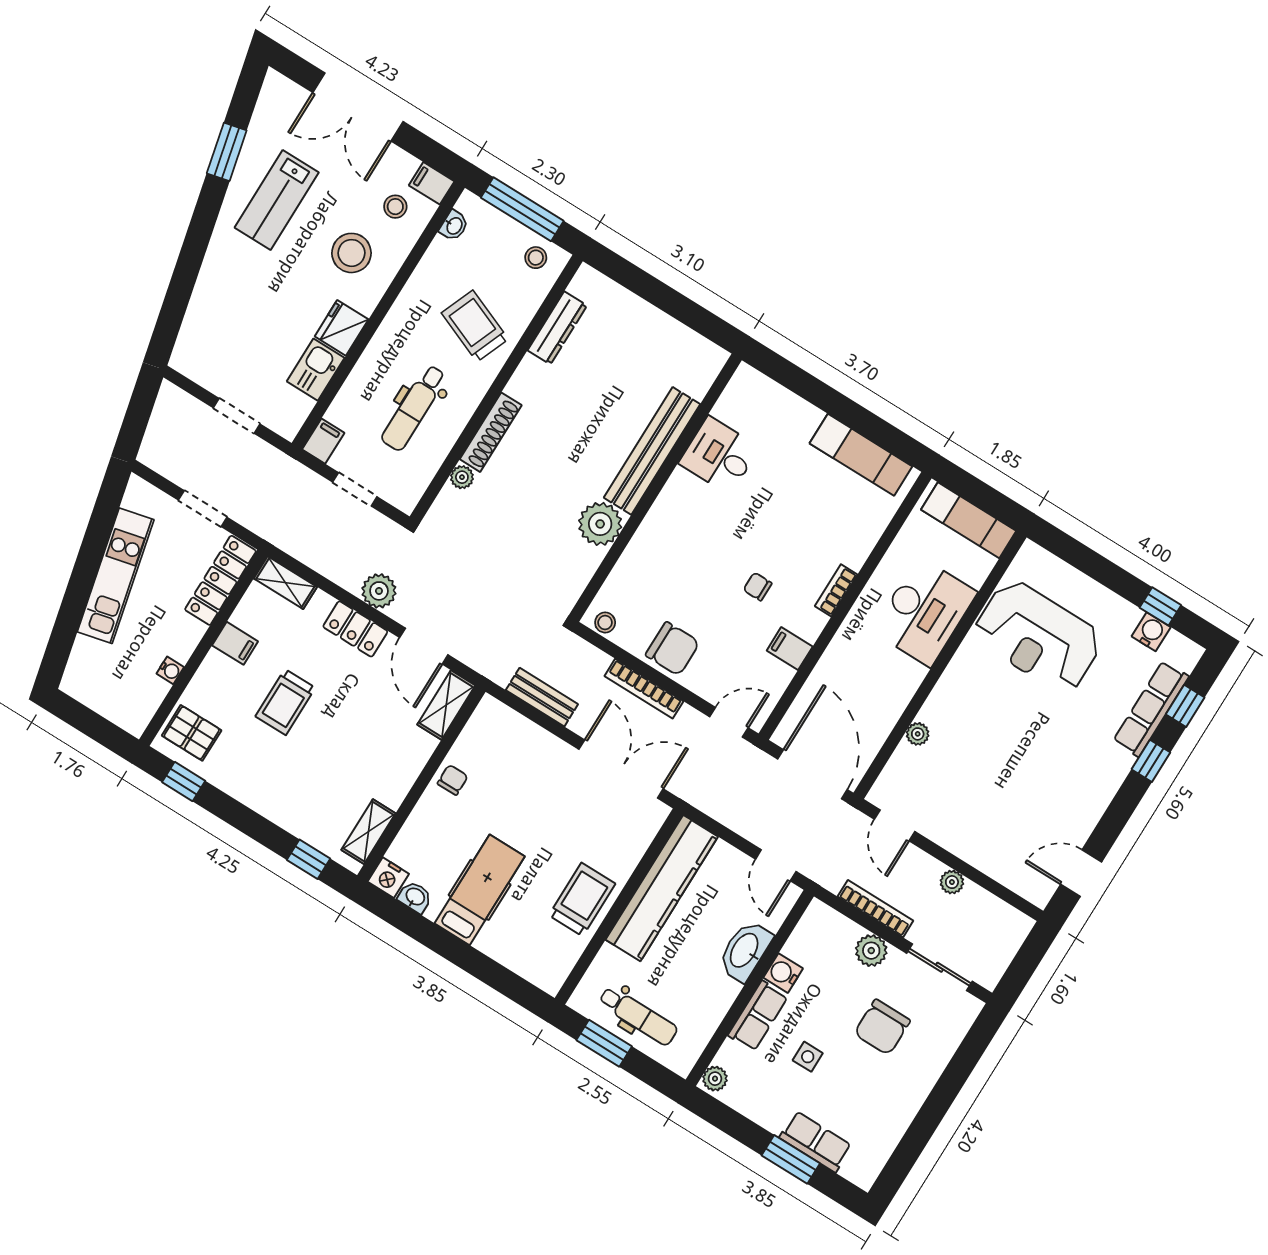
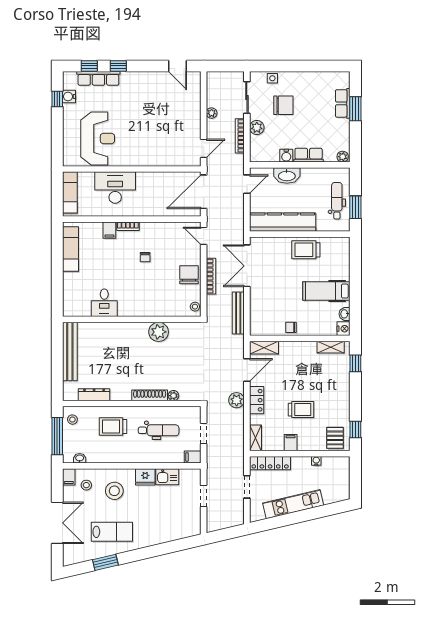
trolley: (475, 326) -> (113, 426), turned 68
bench: (652, 451) -> (70, 352), moved, turned 90
filing cabinet: (790, 649) -> (109, 230), moved
bench: (542, 697) -> (238, 313), width x1.36
plant: (918, 734) -> (163, 161), removed
side table: (808, 1057) -> (272, 78), moved

